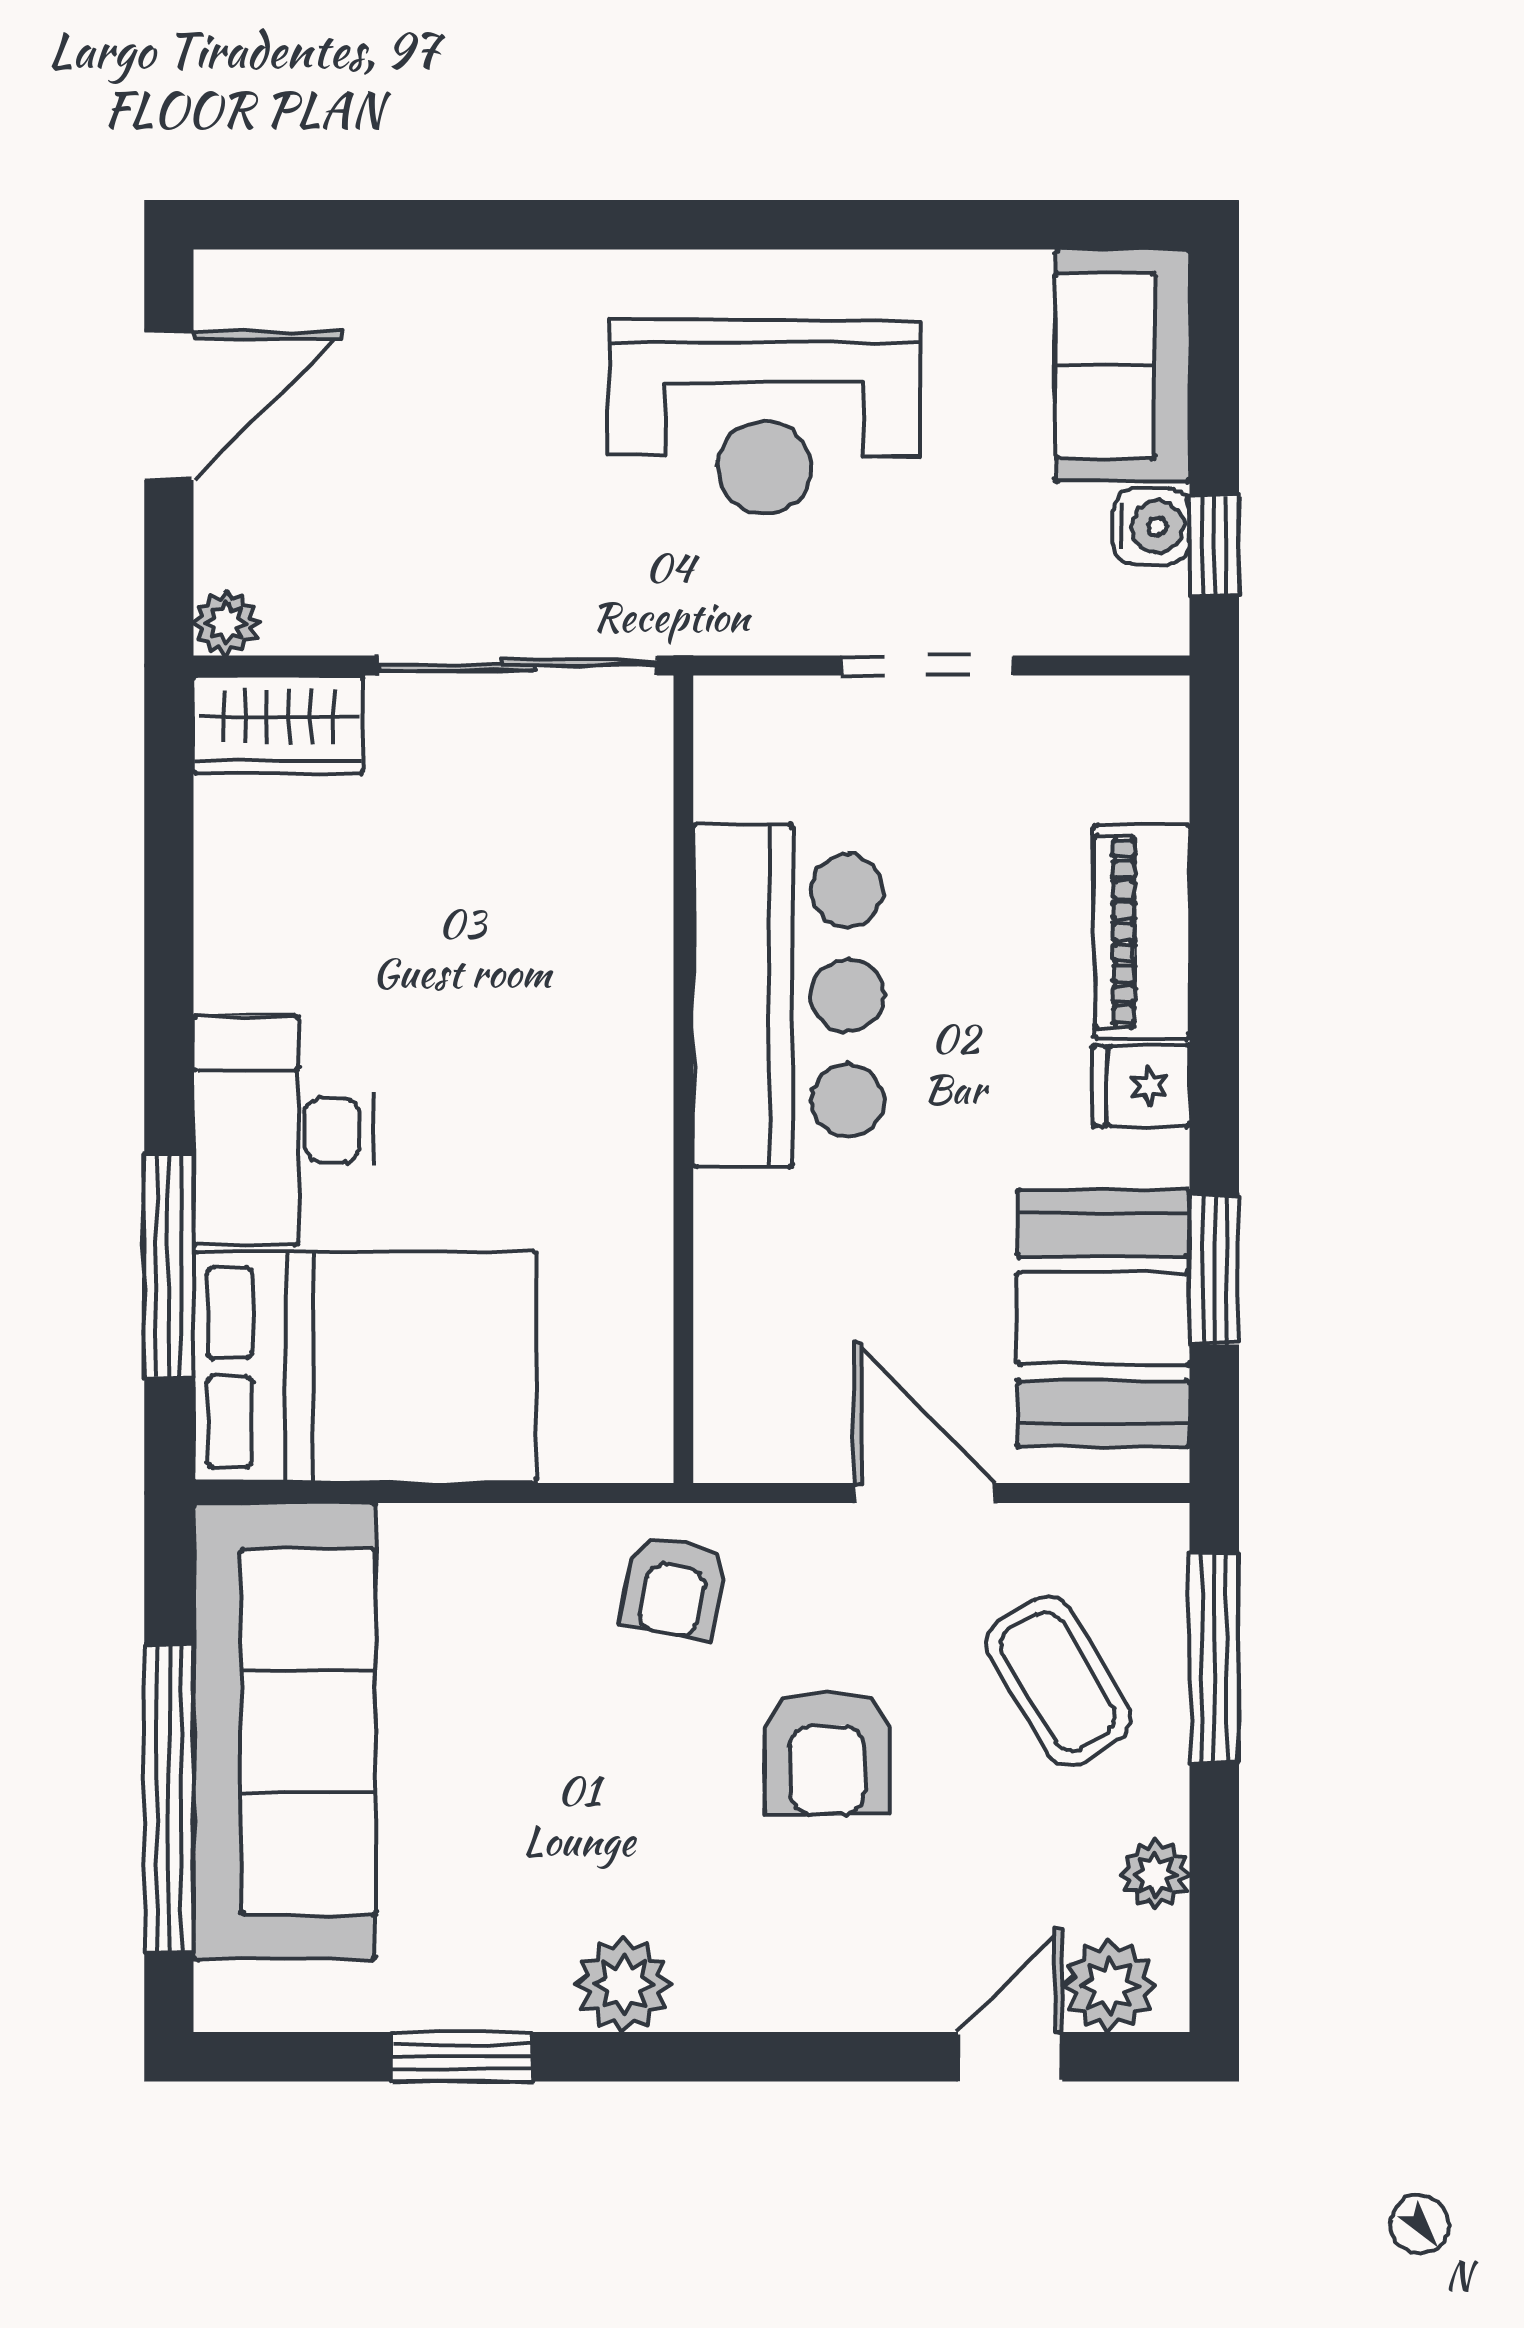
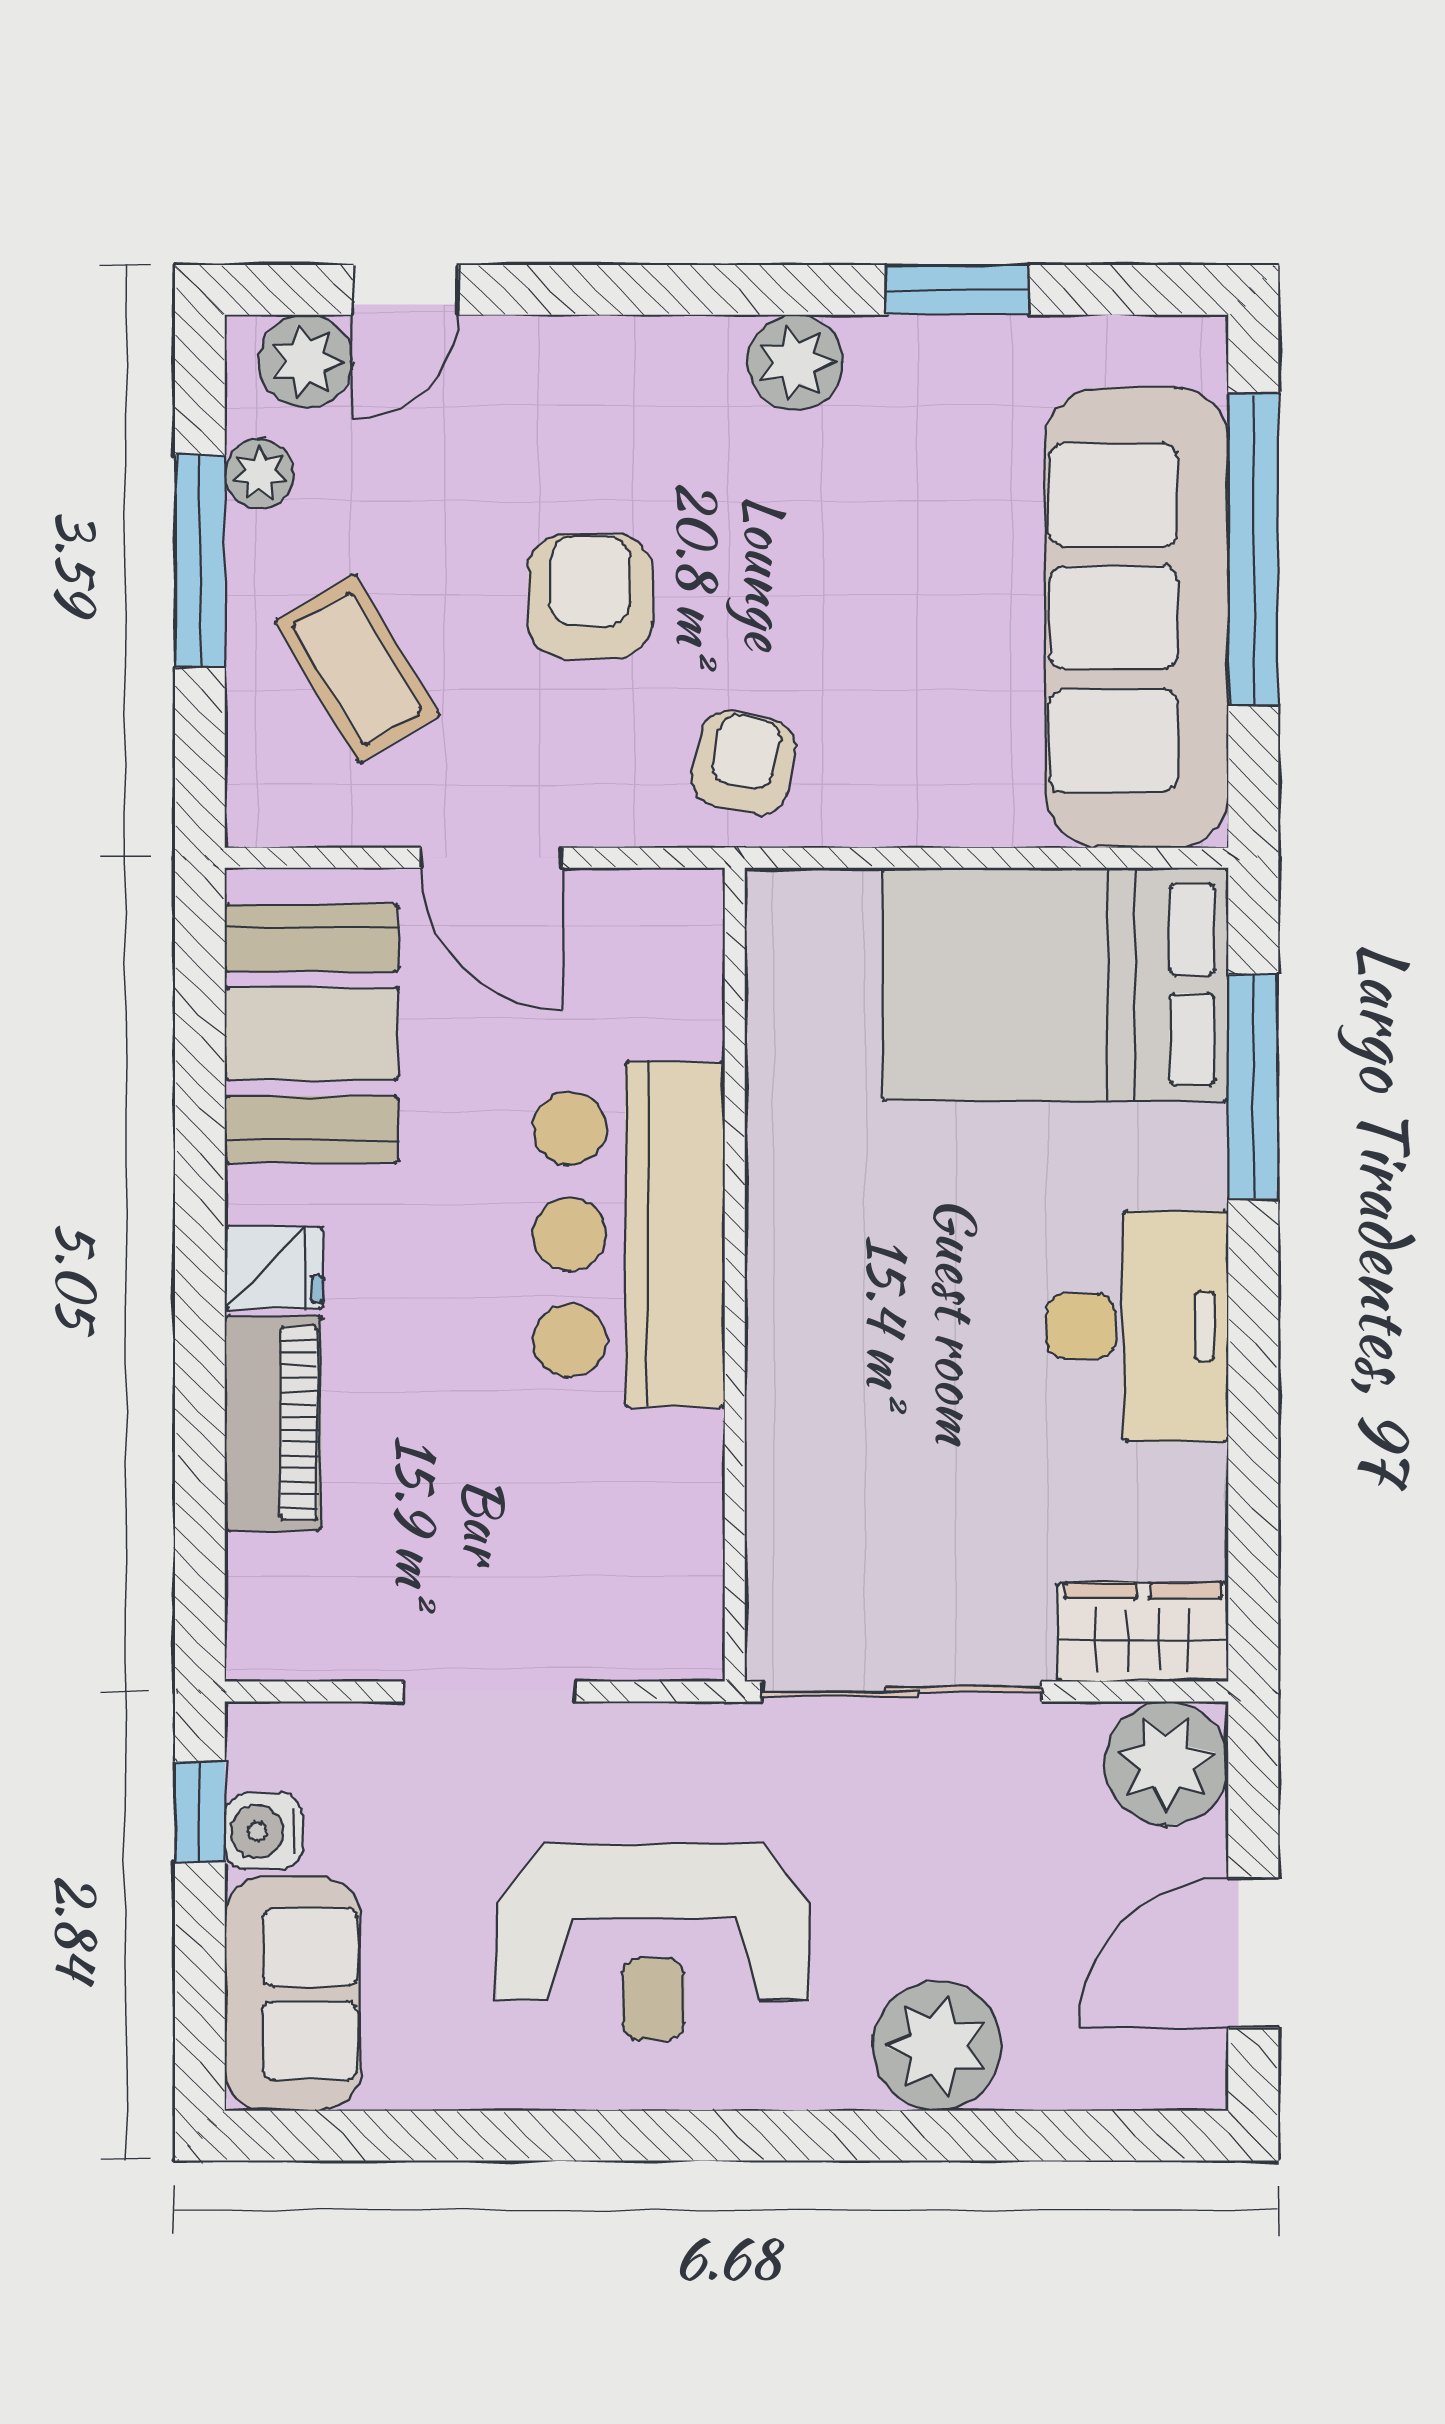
plant: (483, 313) -> (937, 2046), added
reception desk: (764, 417) -> (653, 1942), turned 180
plant: (226, 623) -> (1167, 1763), width x1.88, depth x1.88
bar counter: (788, 995) -> (629, 1234), moved
desk: (284, 1130) -> (1138, 1326), moved
window: (1214, 1270) -> (200, 1083), removed
window: (1214, 1658) -> (200, 561), moved

